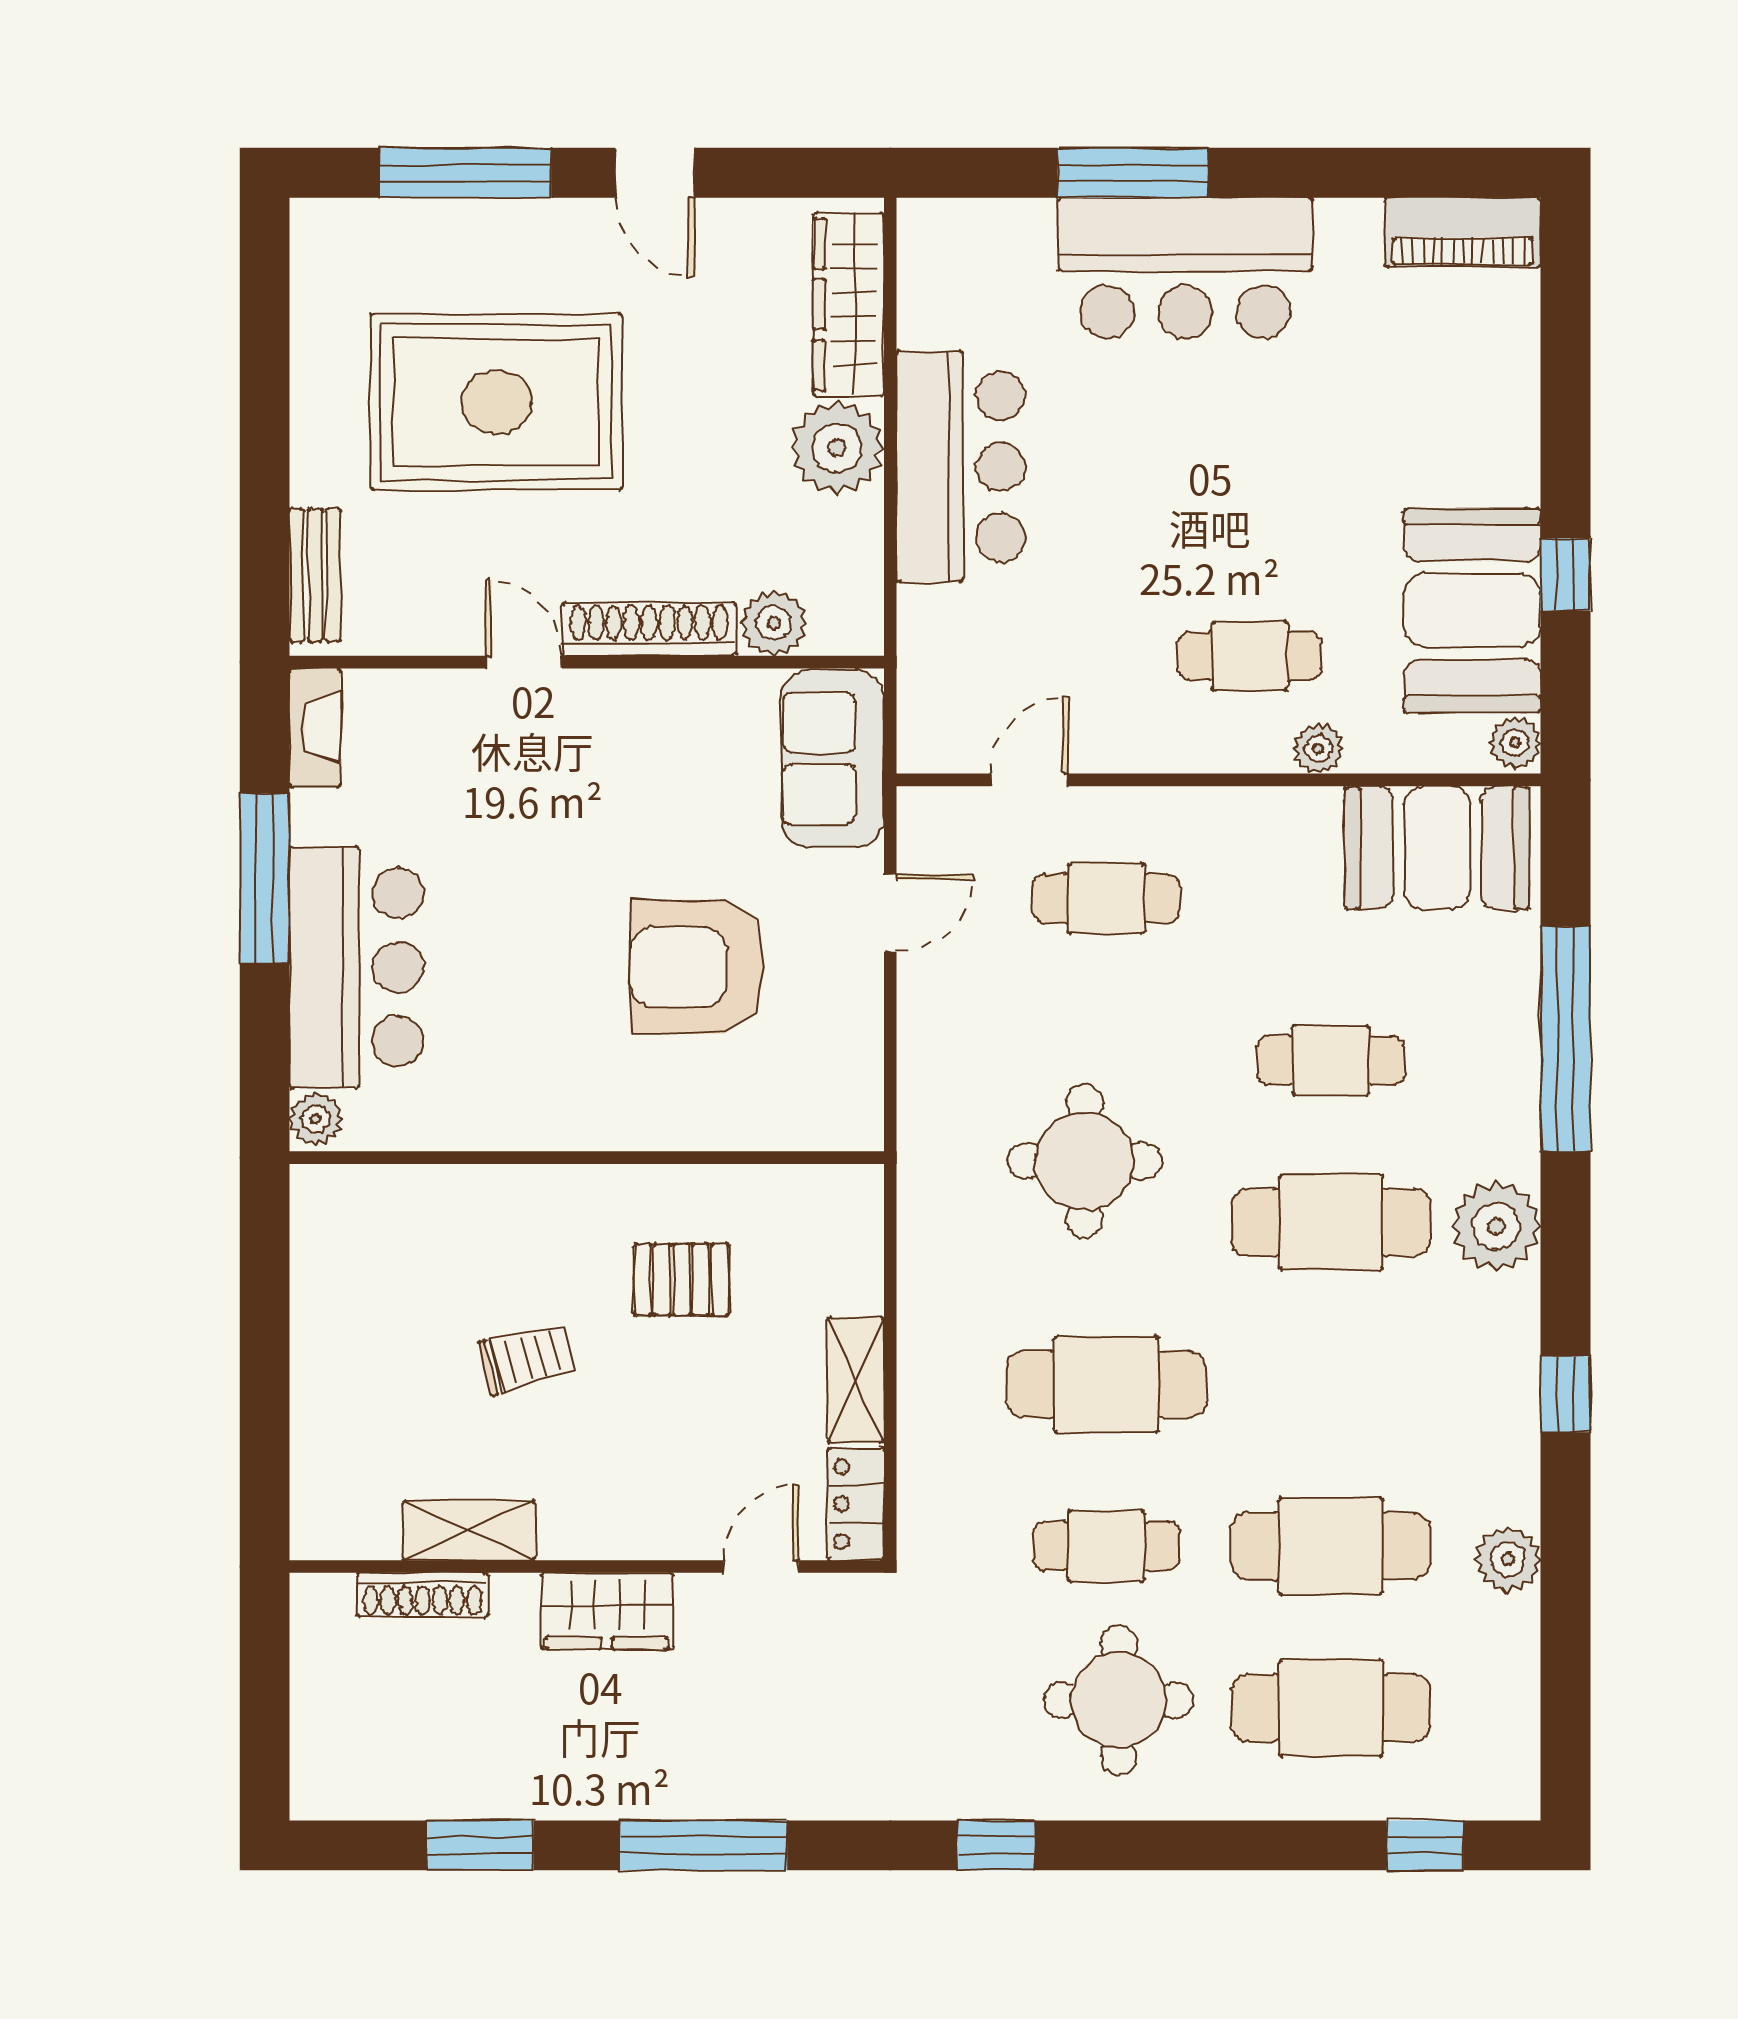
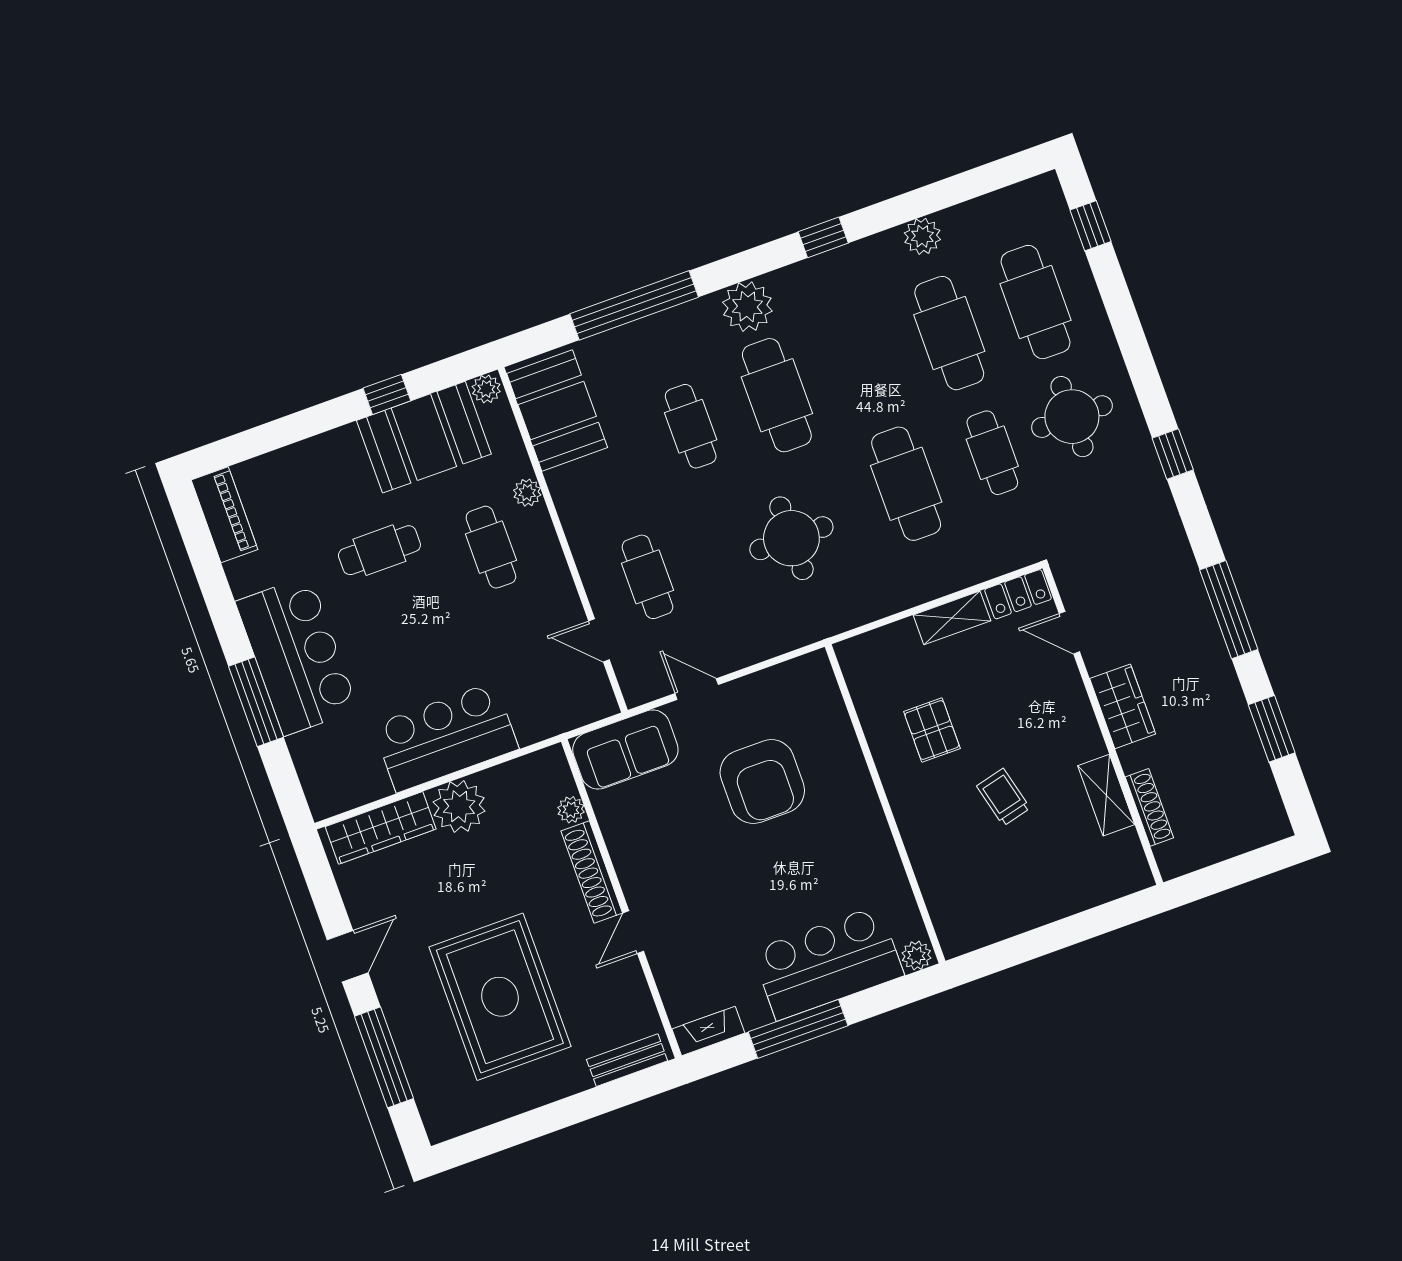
cafe table: (1311, 469) -> (379, 550), added
plant: (774, 623) -> (571, 810), width x0.73, depth x0.73

